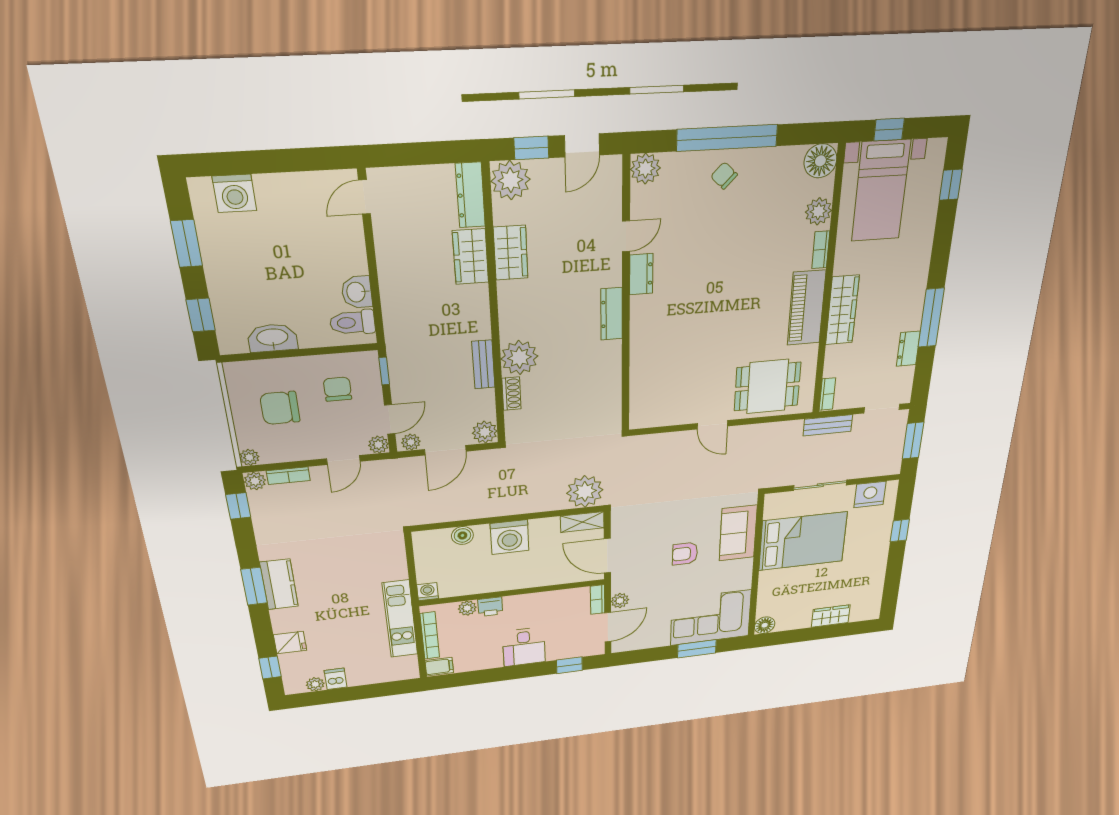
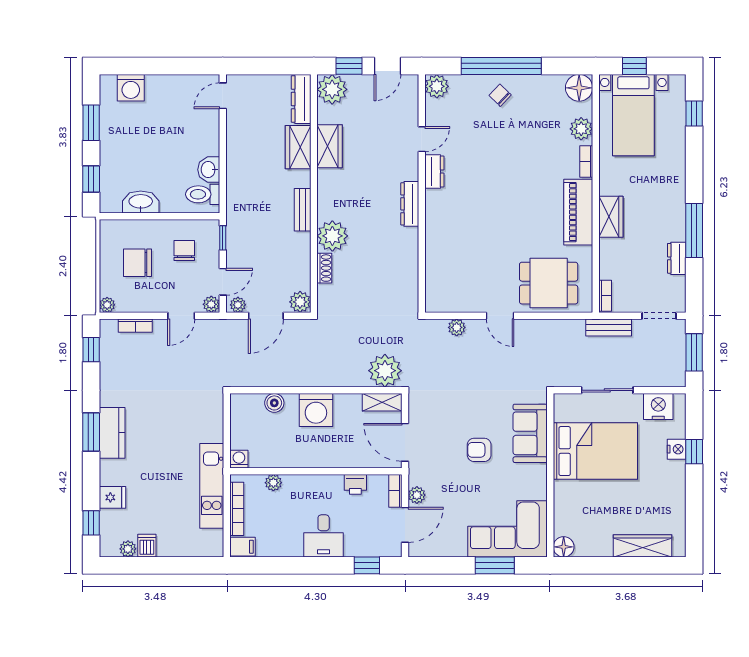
wardrobe: (842, 310) -> (611, 217), width x0.67
bench: (483, 364) -> (303, 210), moved
plant: (255, 481) -> (457, 327), moved
nightstand: (883, 530) -> (677, 449), added
printer: (490, 607) -> (355, 484), moved
wardrobe: (831, 616) -> (643, 546), width x1.50

